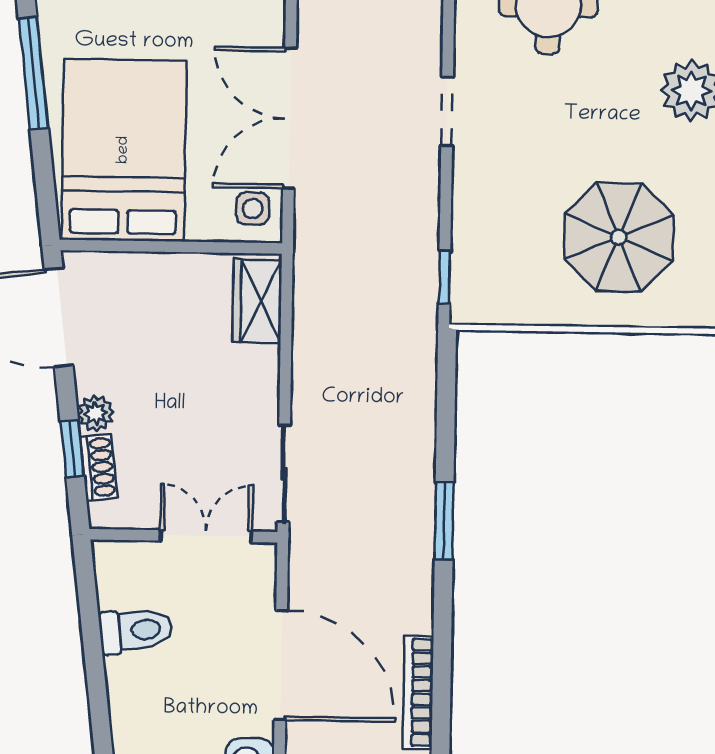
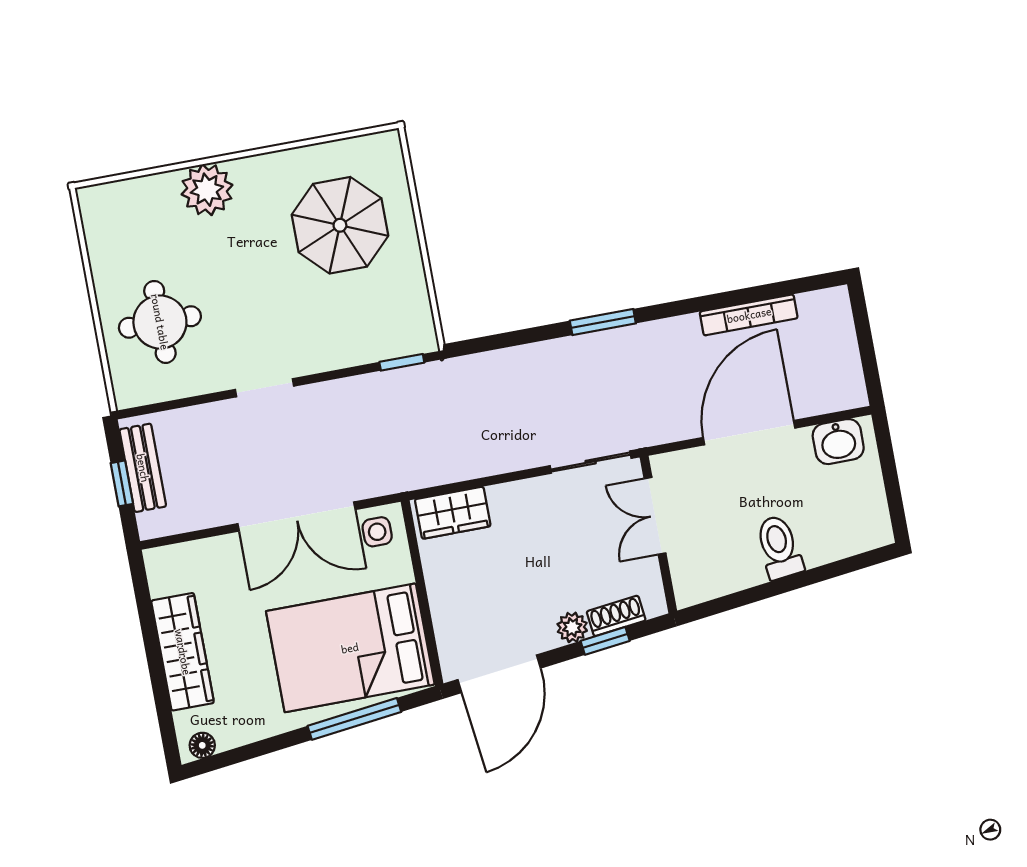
window: (33, 73) -> (354, 719), moved
toilet: (136, 630) -> (779, 547), moved

